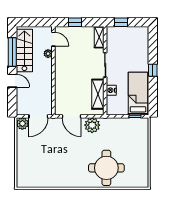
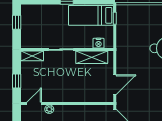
window: (121, 22) -> (17, 22), moved
nightstand: (111, 90) -> (99, 43), moved
plant: (92, 125) -> (124, 63), removed

